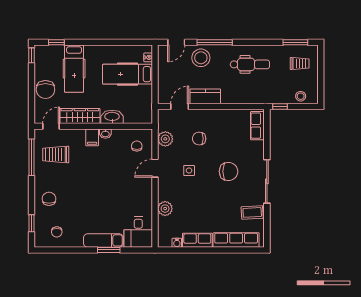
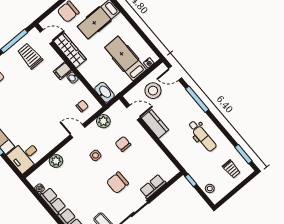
stool: (201, 58) -> (153, 91), moved
washbasin: (112, 117) -> (104, 92), moved
row of seats: (257, 126) -> (153, 186), moved
chair: (229, 171) -> (117, 183), turned 90

